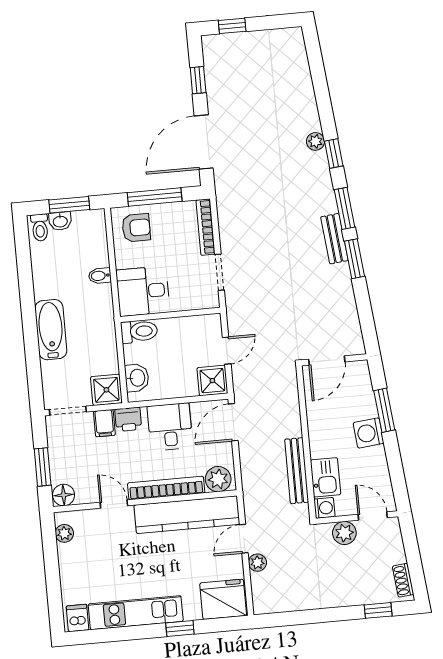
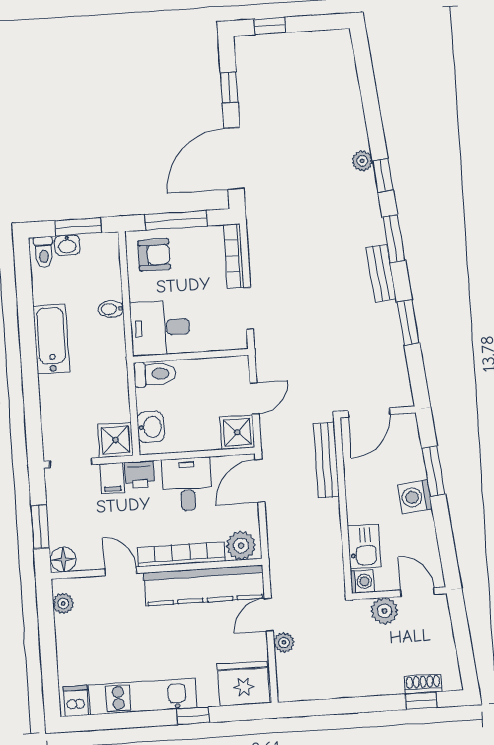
window: (354, 259) -> (408, 323), moved
bathtub: (51, 330) -> (51, 339), moved
bench: (297, 471) -> (326, 460), moved
shoe rack: (403, 580) -> (423, 684), moved, turned 96

